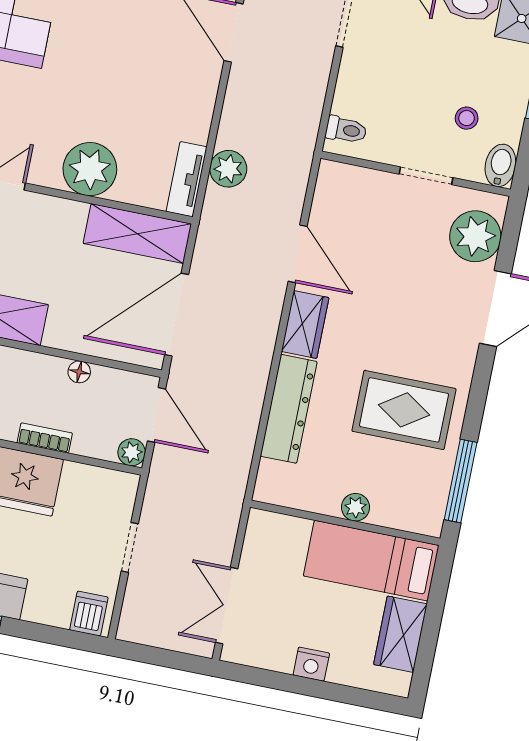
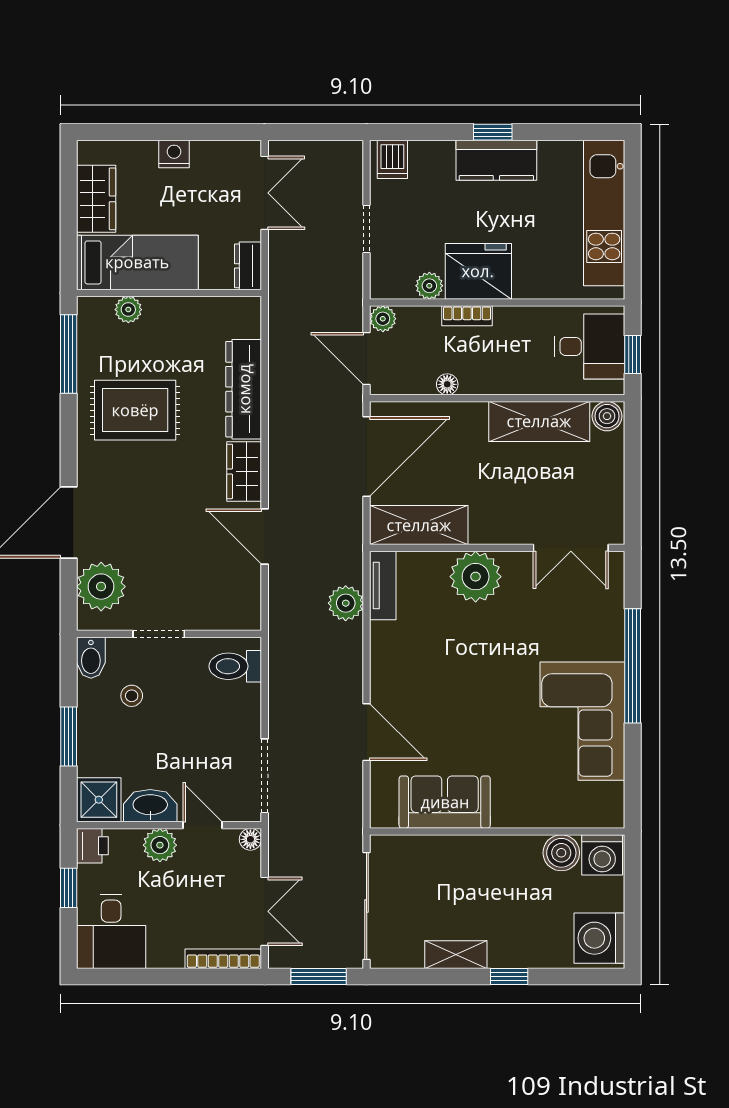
toilet: (346, 130) -> (235, 666), width x1.37, depth x1.39
plant: (77, 476) -> (429, 286), added
plant: (355, 507) -> (128, 310), moved
dresser: (259, 534) -> (248, 266), added

